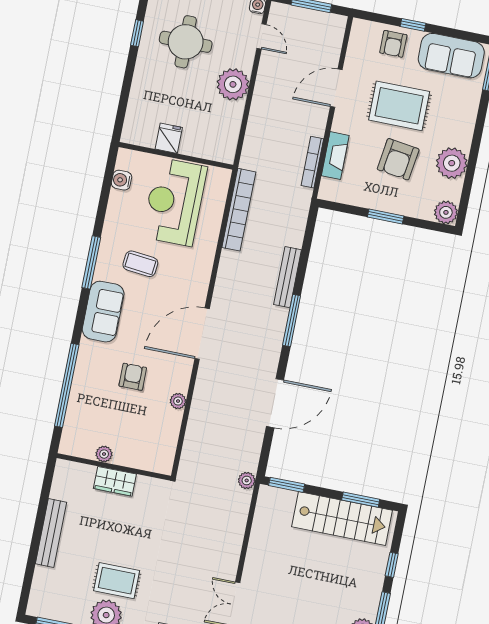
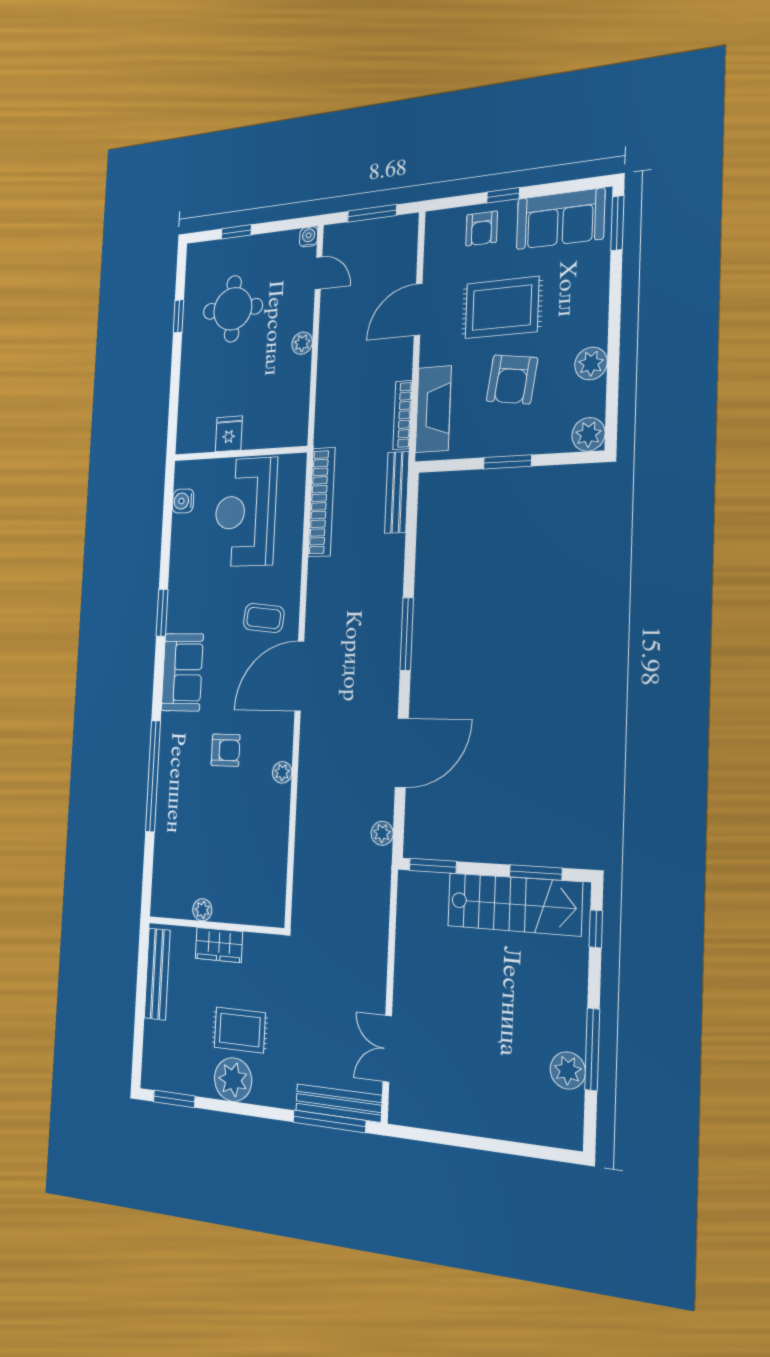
plant: (233, 84) -> (302, 343), width x0.53, depth x0.53
fireplace: (335, 156) -> (433, 409), width x1.37, depth x1.32
plant: (452, 163) -> (591, 364), width x0.73, depth x0.73
window: (91, 262) -> (162, 613), width x0.69
coffee table: (140, 264) -> (264, 618), moved
bench: (288, 277) -> (397, 492), moved
armchair: (133, 377) -> (226, 750), turned 90
plant: (104, 454) -> (202, 910), moved
wall: (114, 467) -> (215, 926), moved
plant: (247, 480) -> (382, 833), moved
wardrobe: (115, 481) -> (219, 945), moved
window: (392, 565) -> (596, 929), moved

